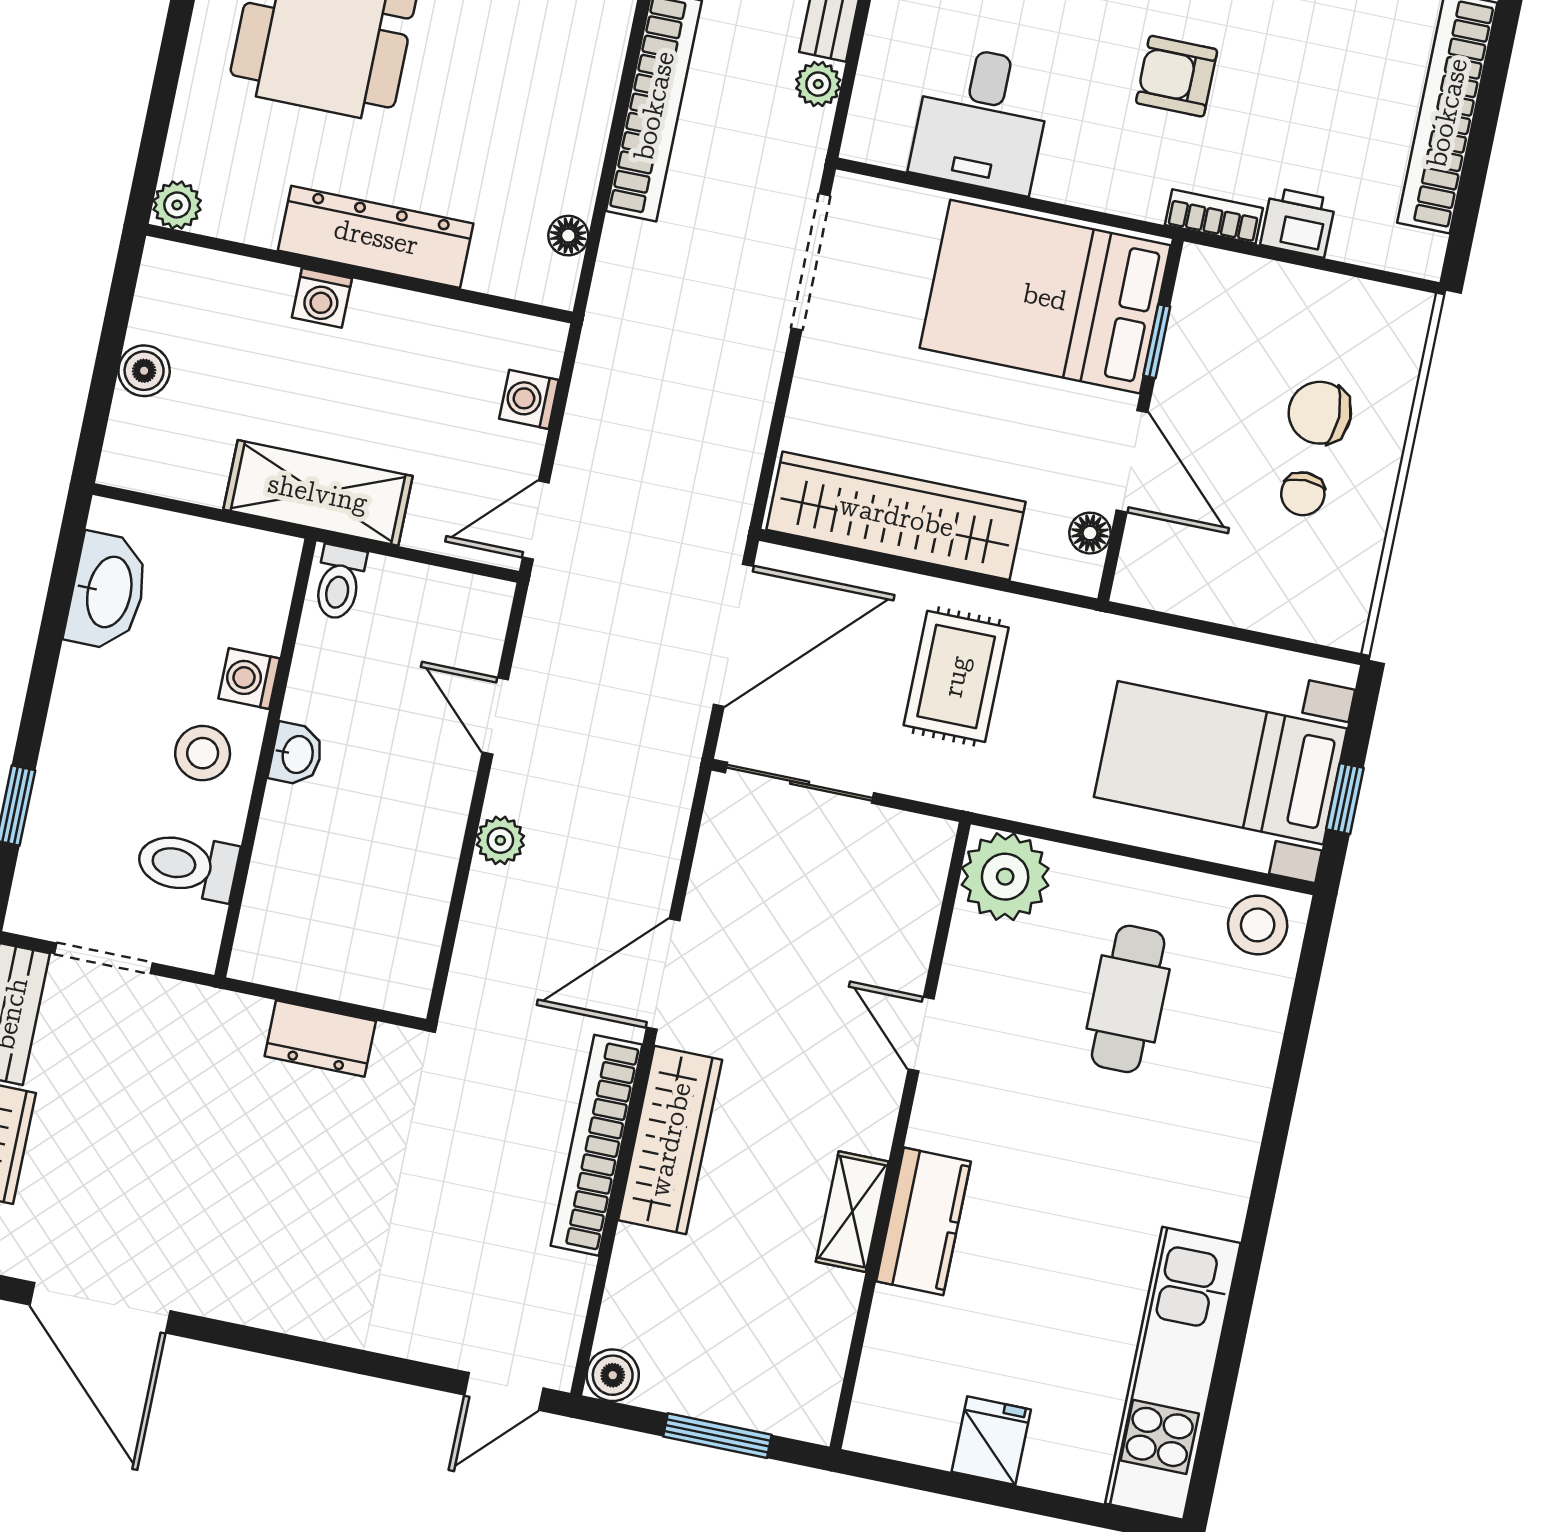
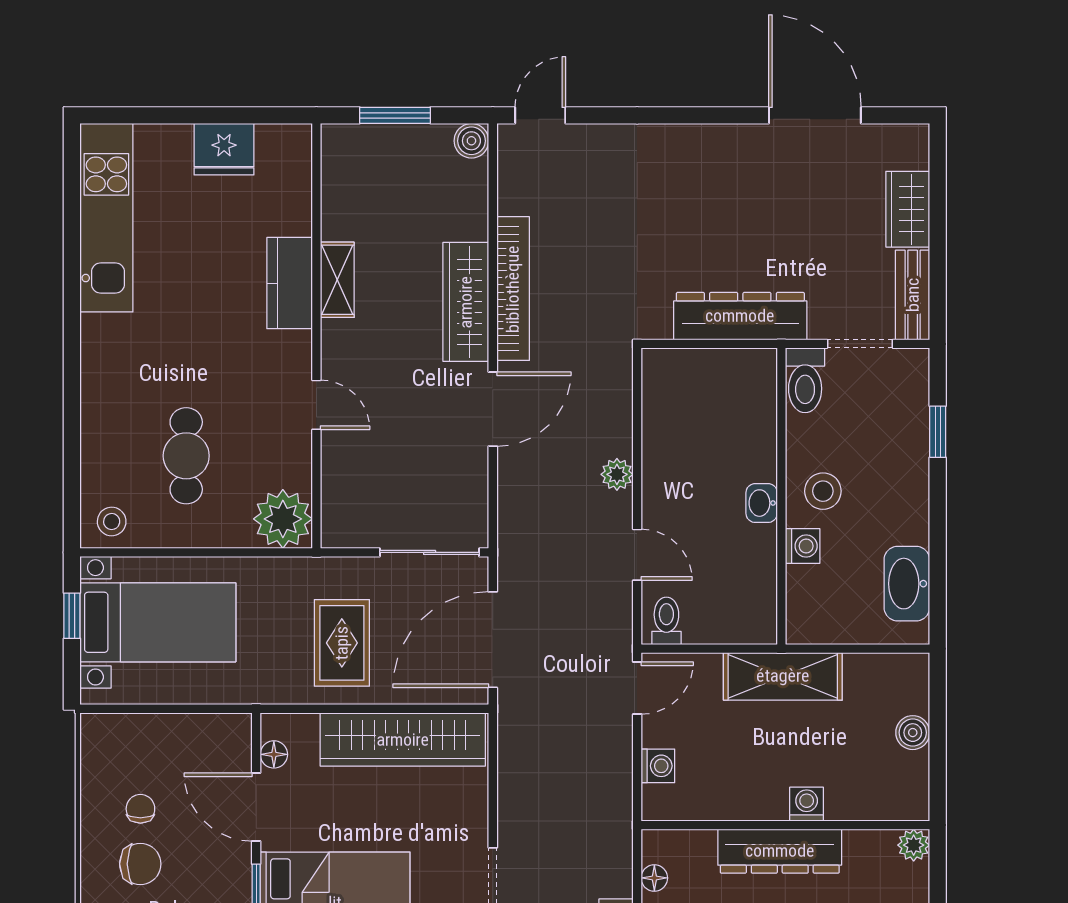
toilet: (339, 582) -> (666, 621), moved
toilet: (187, 865) -> (805, 380), moved, turned 90
stool: (1258, 925) -> (112, 522), width x0.73, depth x0.73
dresser: (320, 1039) -> (740, 316), width x1.96, depth x1.24
fridge: (991, 1441) -> (224, 149), width x1.38

